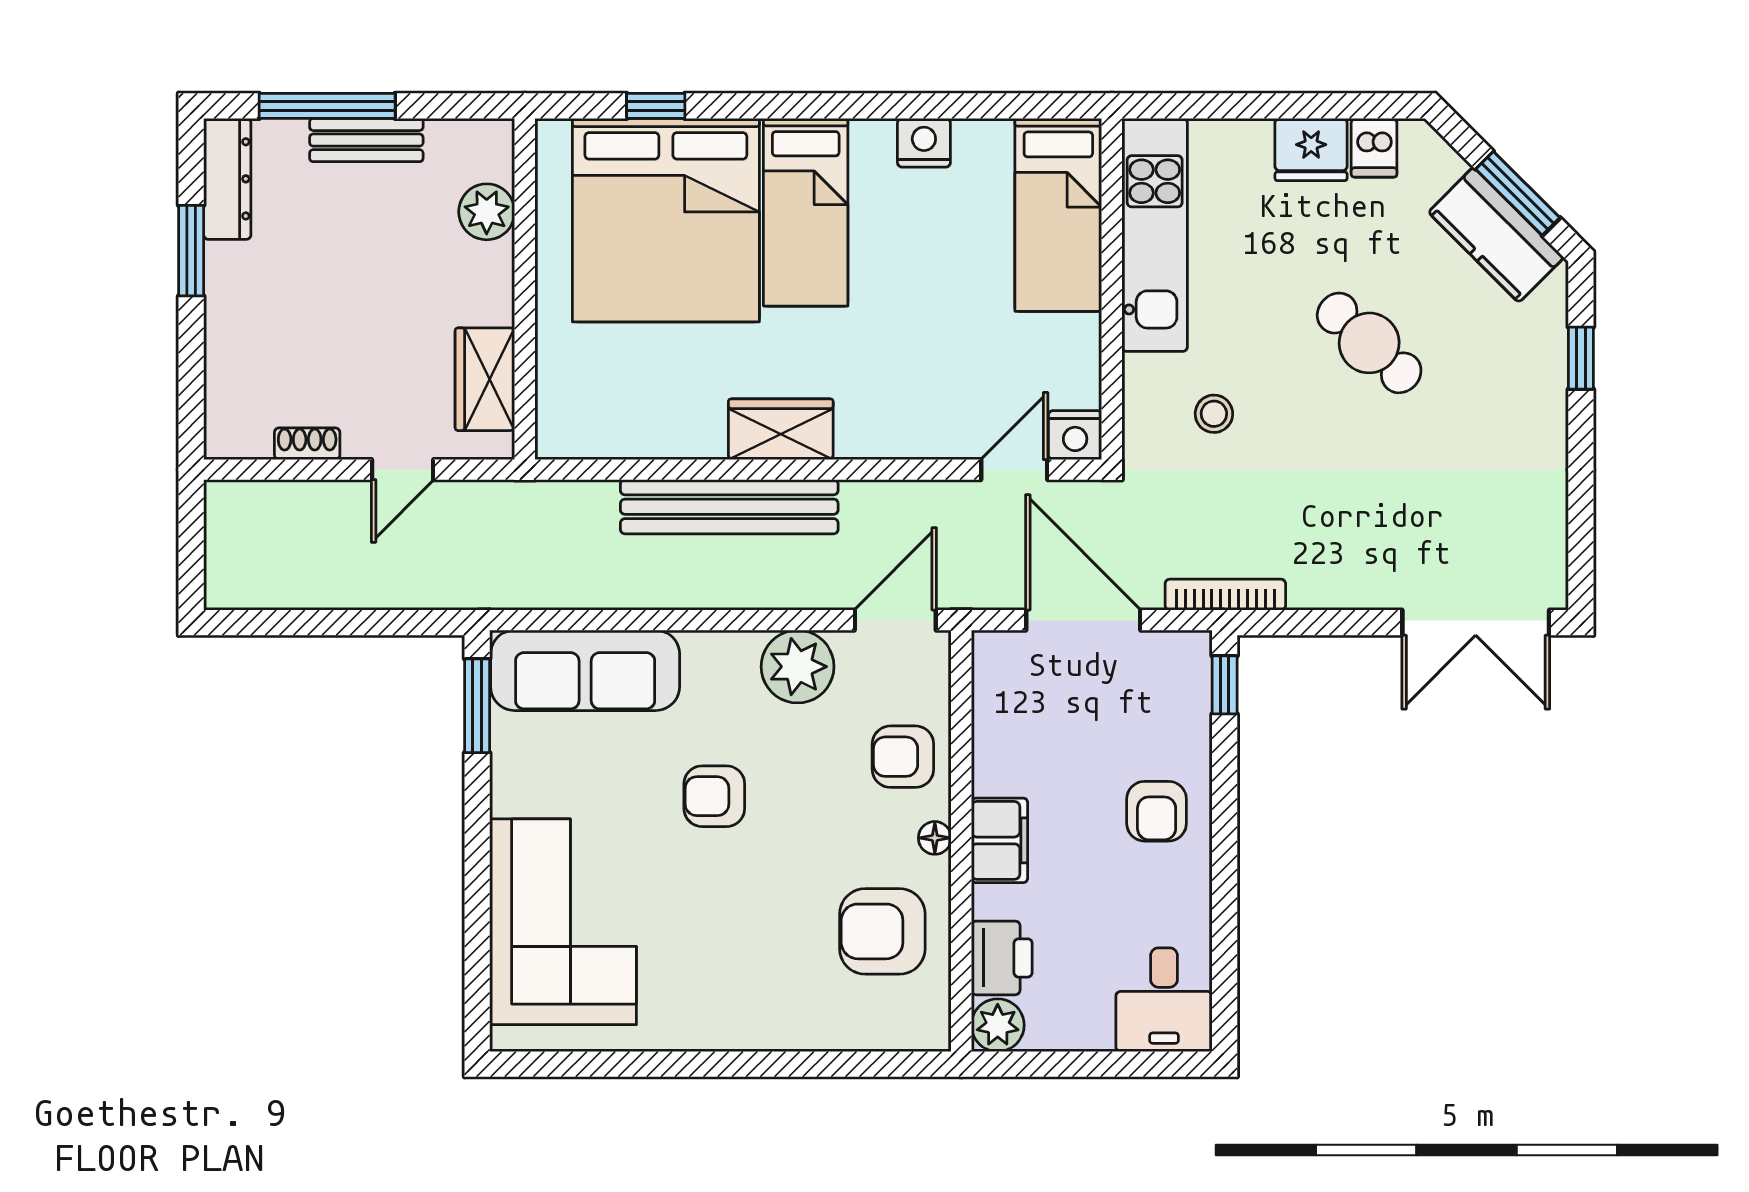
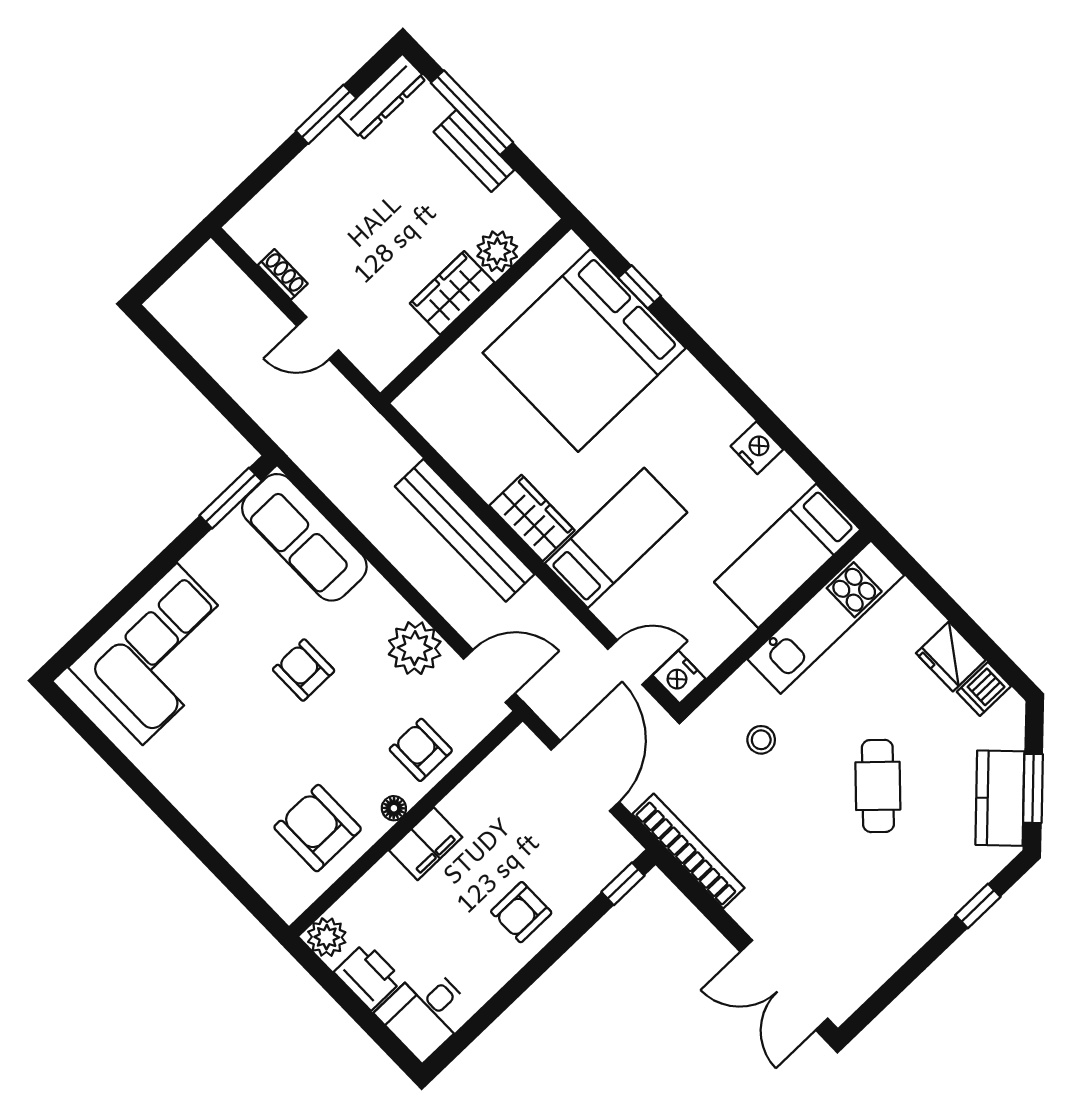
bed: (806, 212) -> (616, 538), moved, turned 180
wardrobe: (485, 379) -> (452, 293), moved
bookcase: (1225, 595) -> (688, 851), width x1.48, depth x1.31
printer: (1002, 958) -> (368, 976), moved, turned -90

